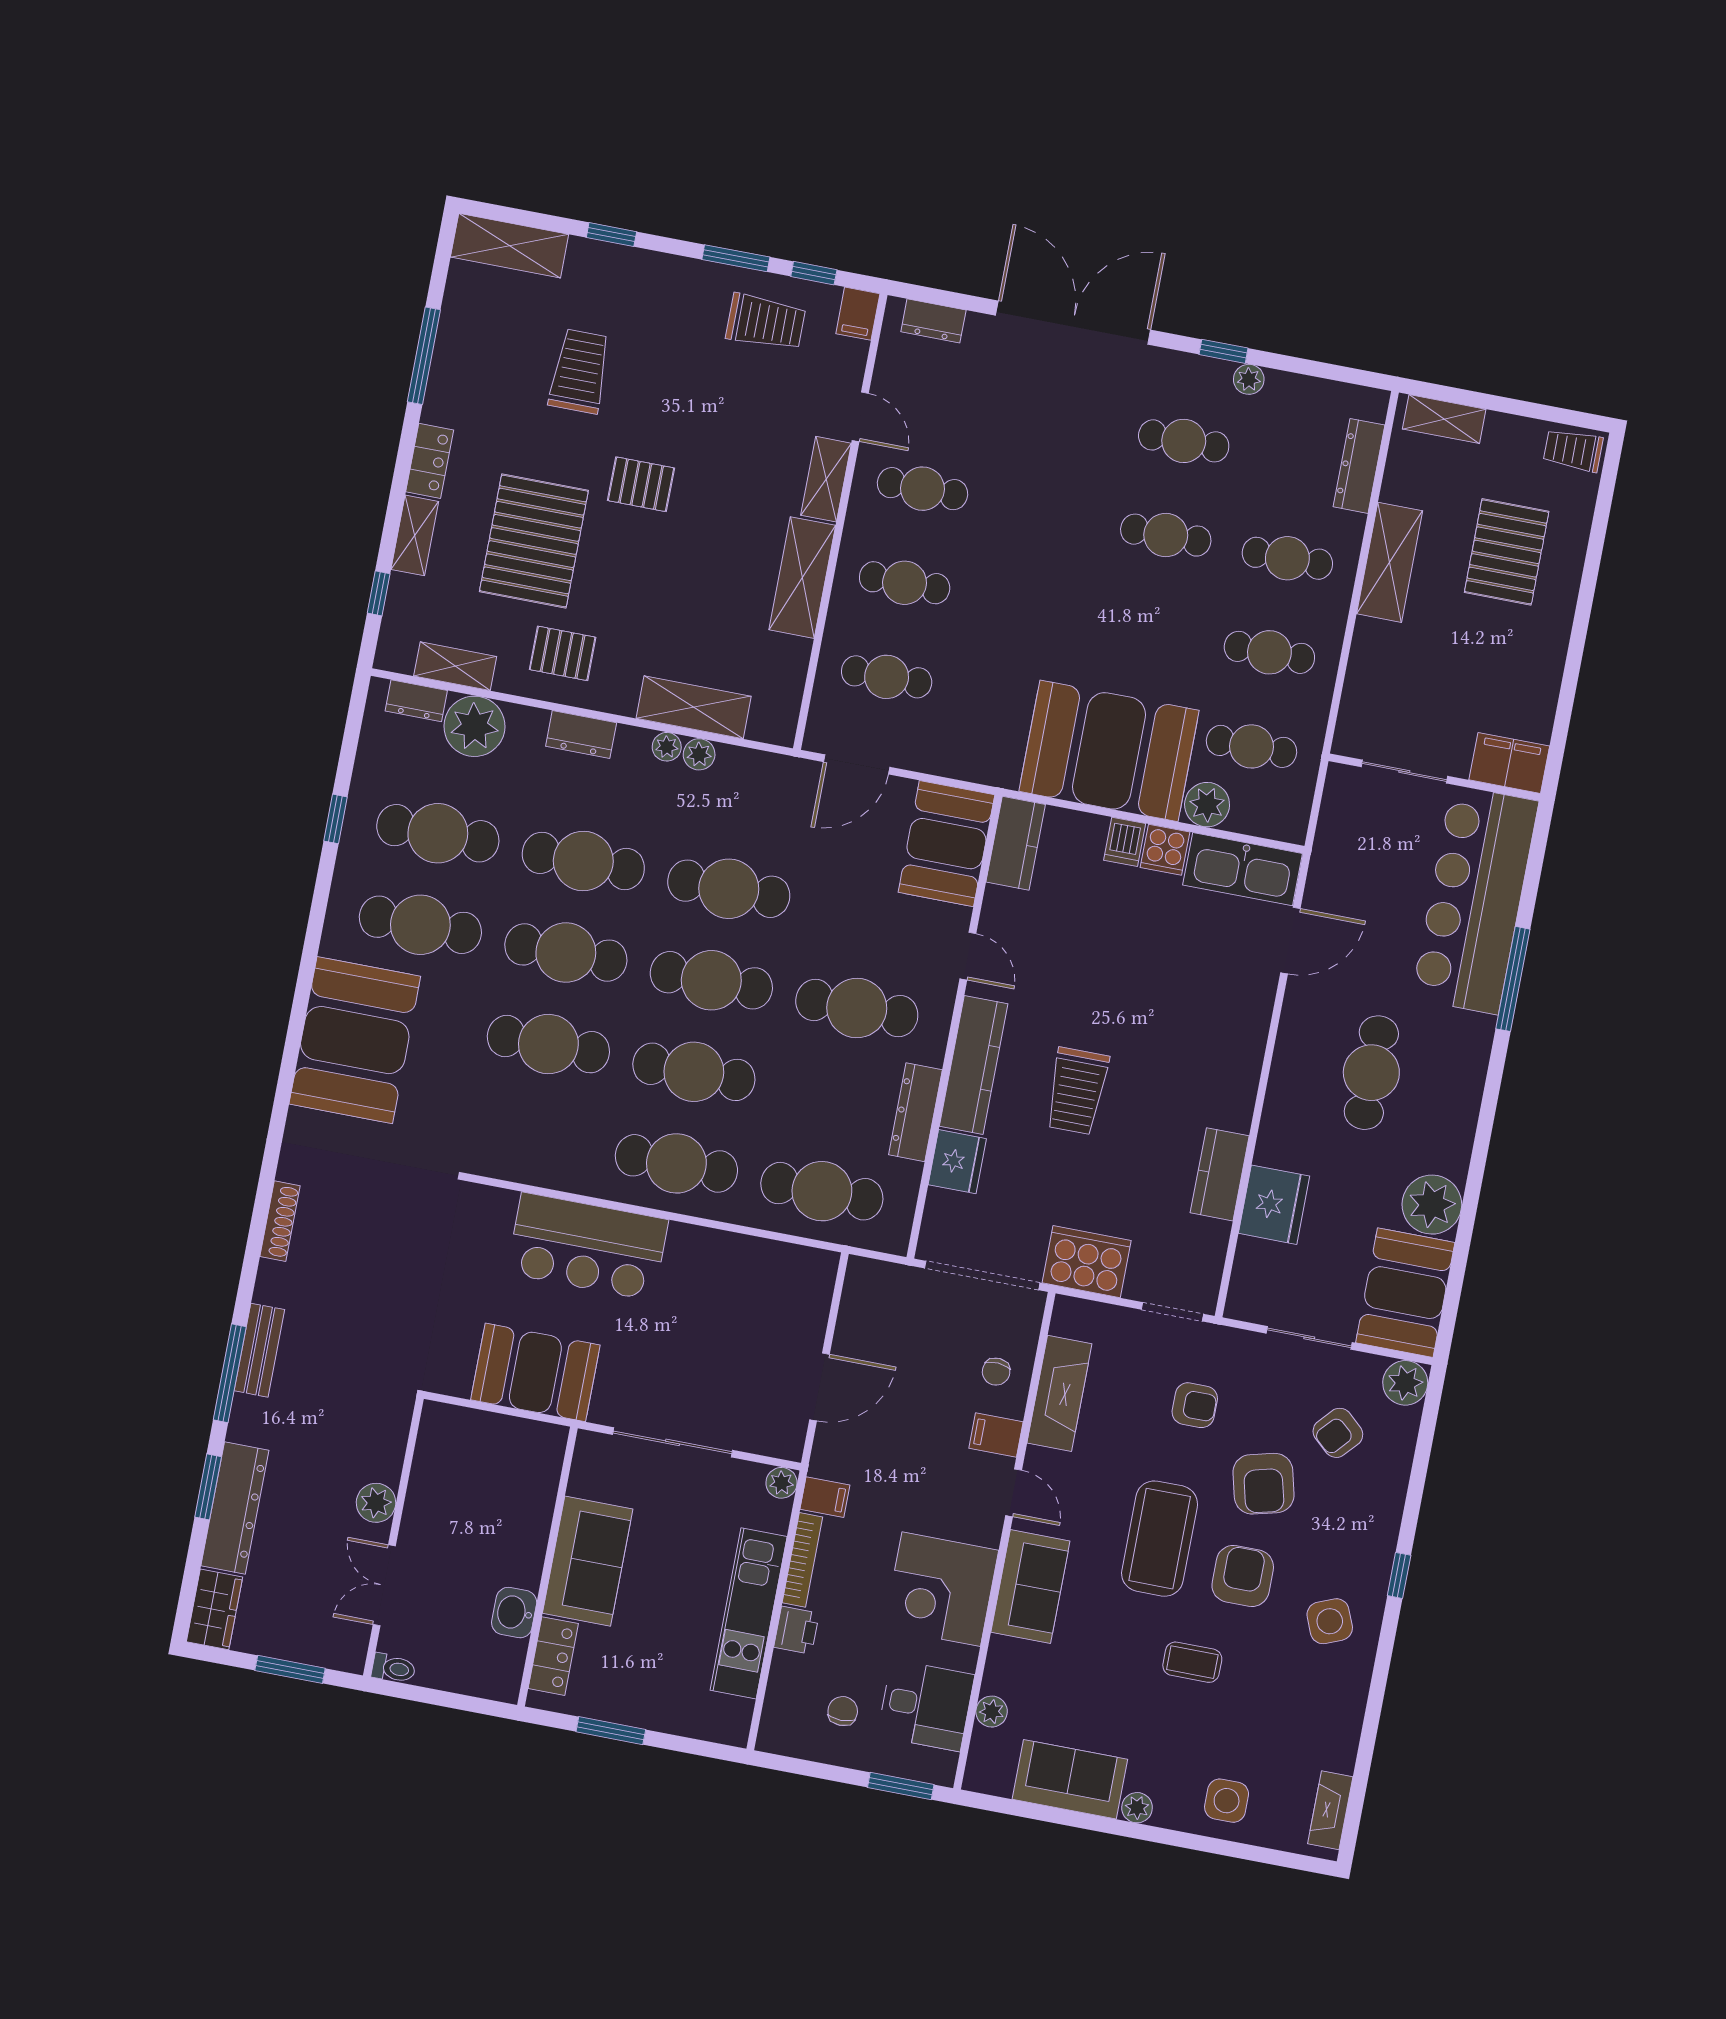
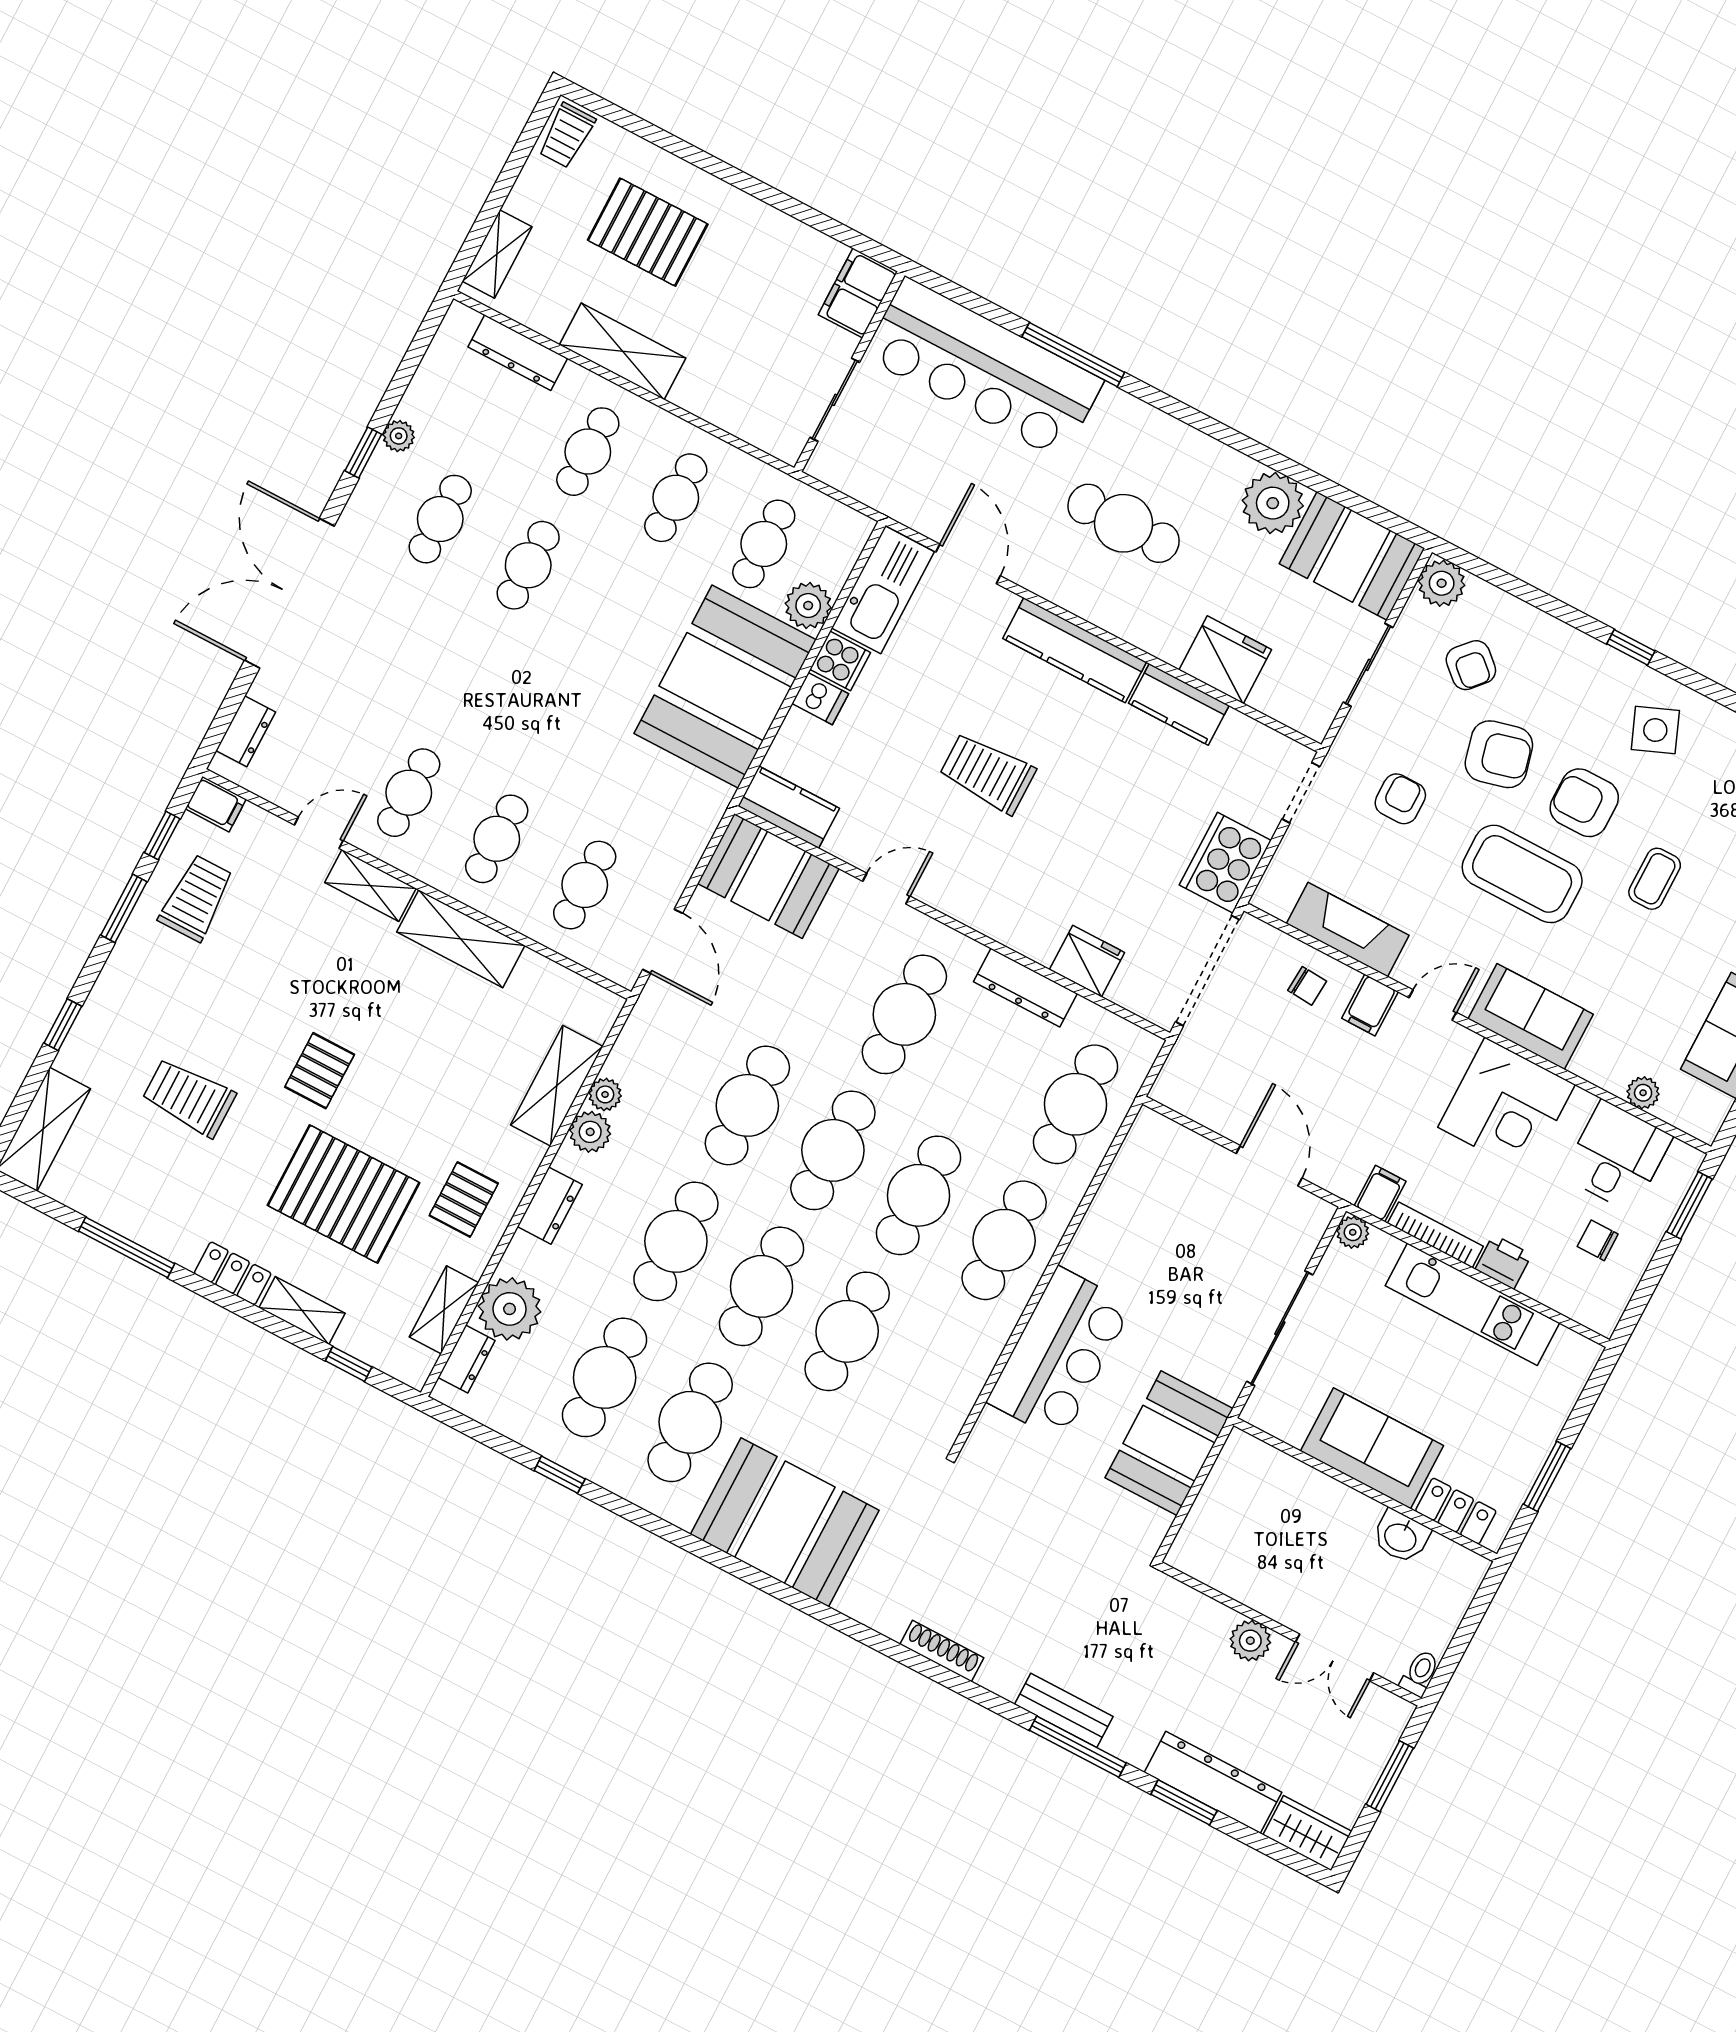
plant: (667, 747) -> (590, 1132), width x1.38, depth x1.38
kitchen counter: (974, 1065) -> (1074, 650), moved, turned 180
trolley: (1077, 1091) -> (987, 773), moved, turned 180

